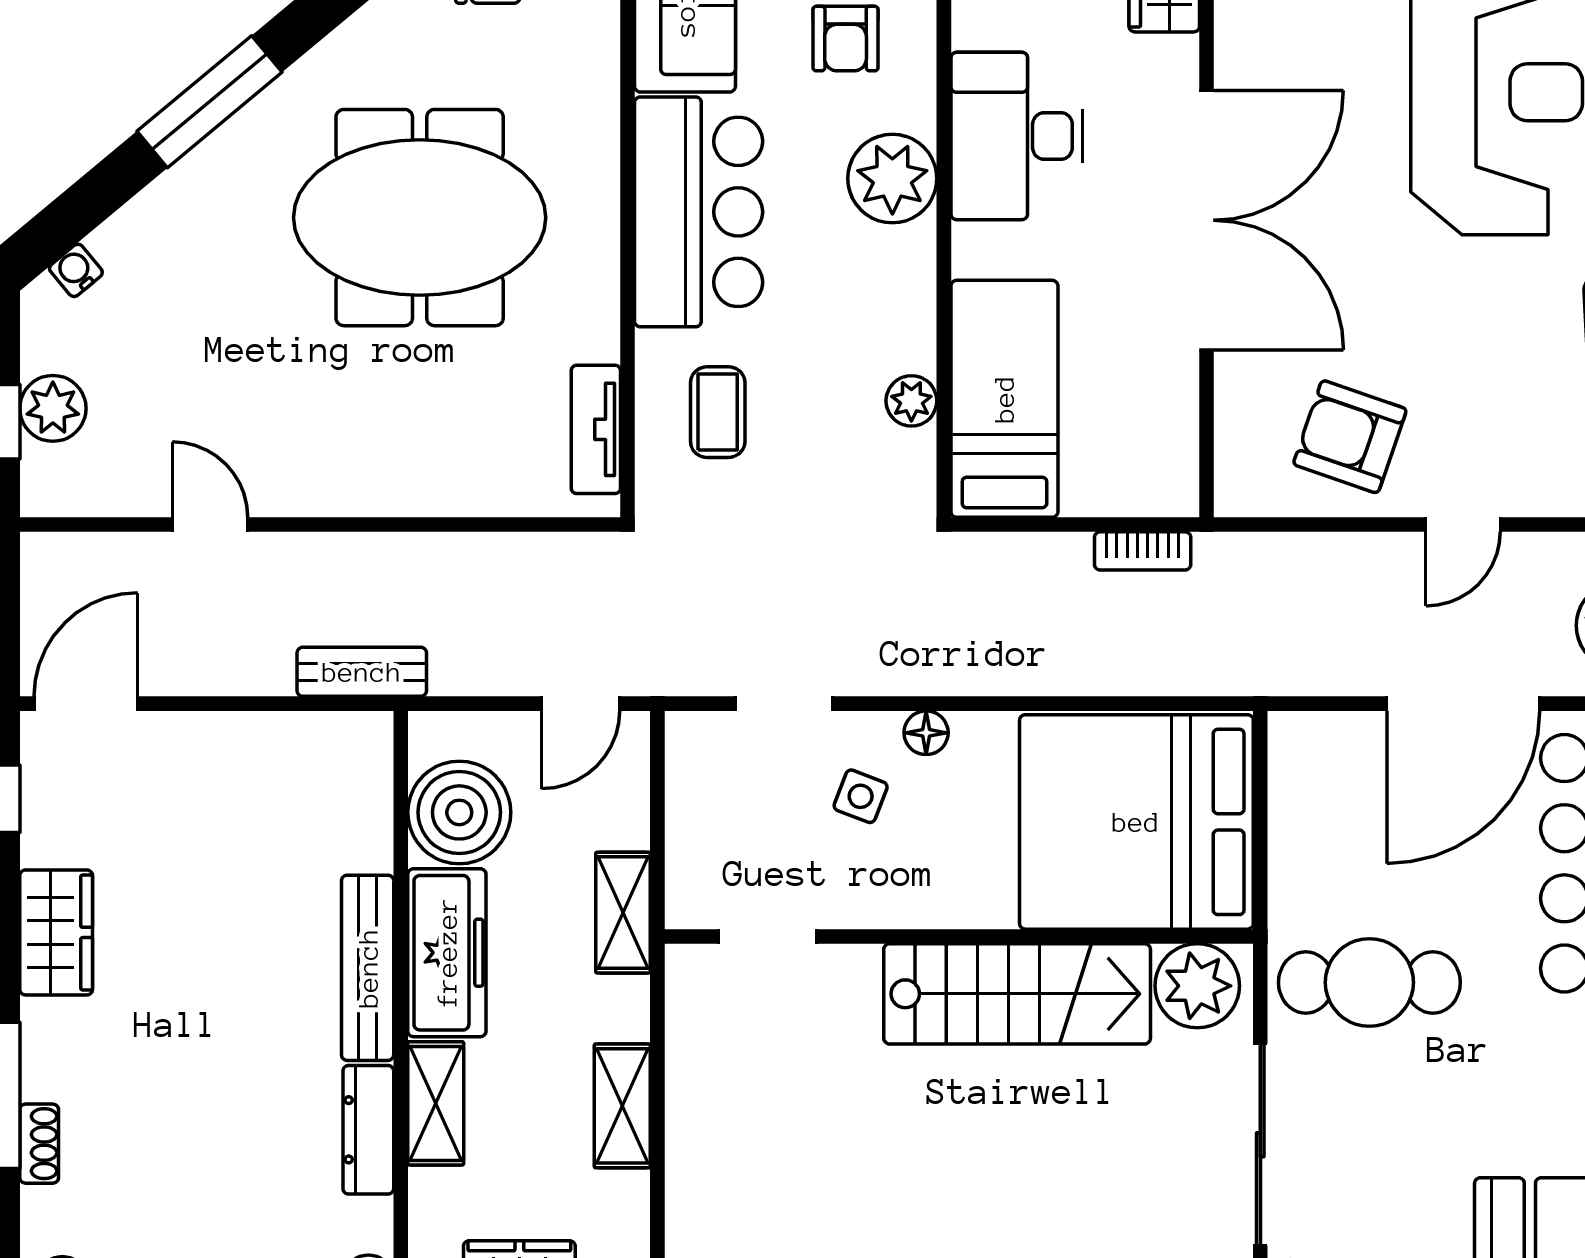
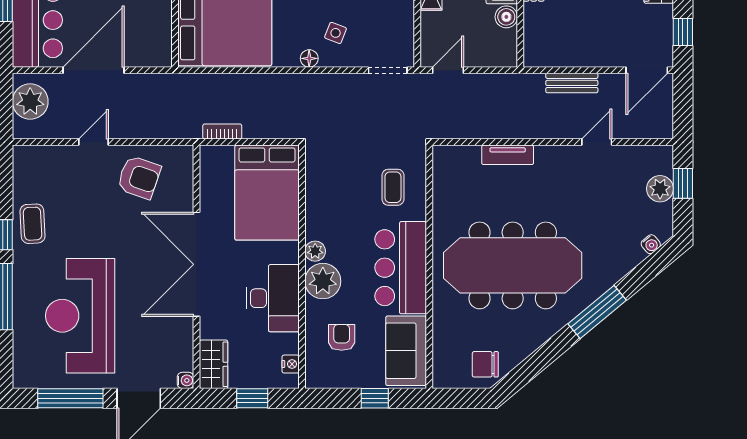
meeting table: (420, 218) -> (513, 265), width x1.36
bed: (1004, 399) -> (267, 193), width x1.50
plant: (911, 401) -> (315, 251), moved
tv unit: (596, 429) -> (508, 155), moved, turned 90
door: (210, 525) -> (597, 142), swing flipped
bench: (362, 672) -> (572, 83), moved
doorway: (784, 704) -> (388, 70), moved
boiler: (459, 812) -> (506, 17), width x0.54, depth x0.54

